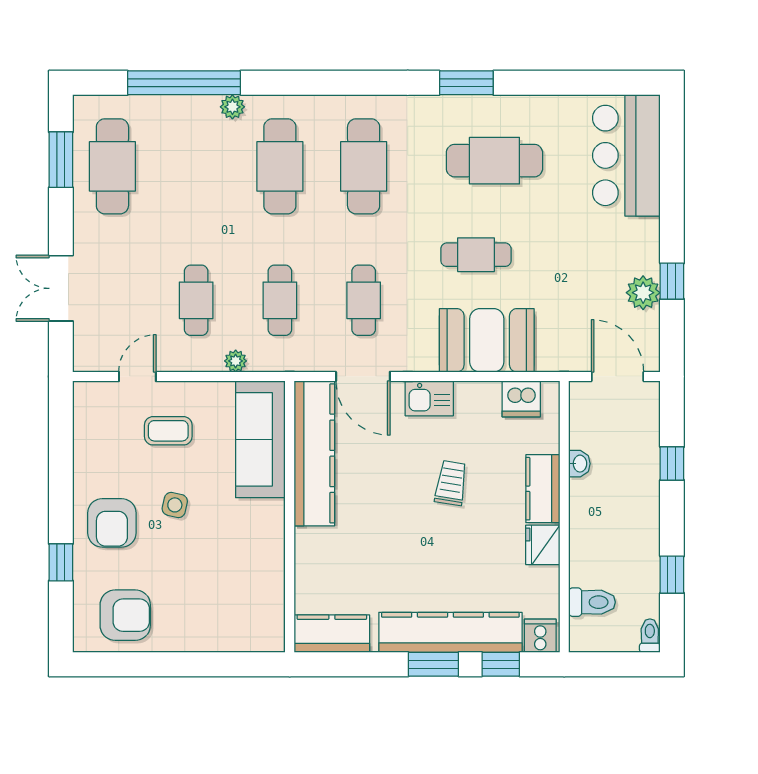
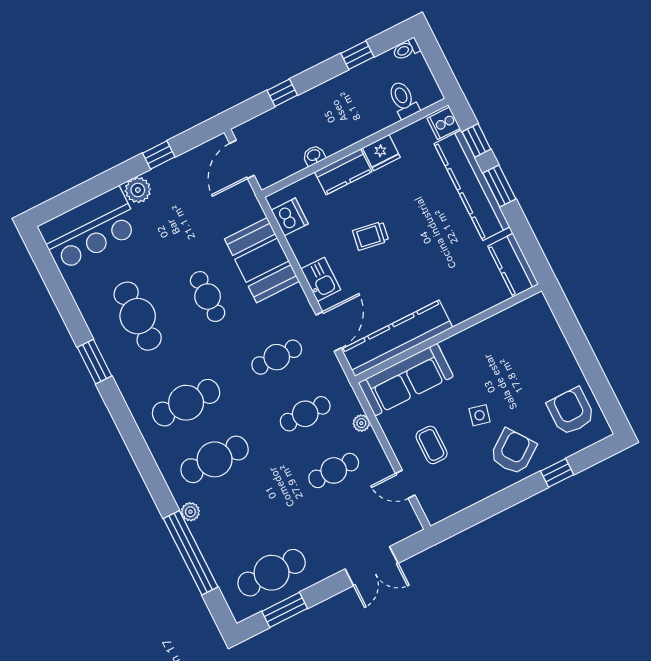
plant: (643, 293) -> (138, 190), moved
armchair: (112, 523) -> (513, 452), turned -36

